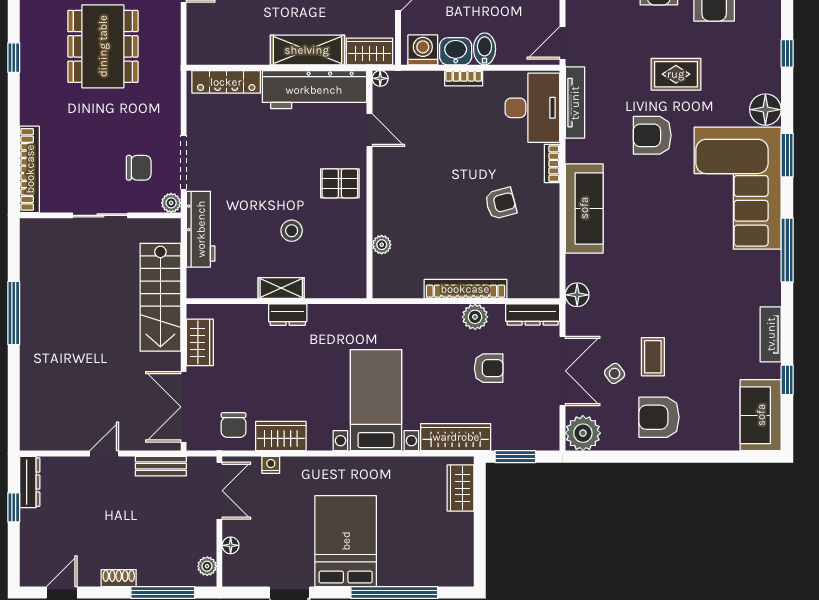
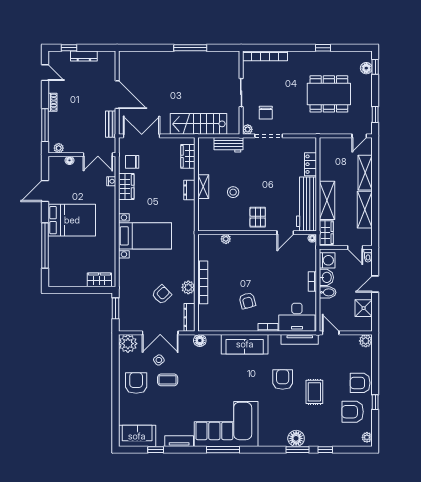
locker: (226, 82) -> (310, 164), width x0.66
window: (787, 155) -> (298, 450), moved
corner sofa: (738, 188) -> (226, 424), moved
workbench: (201, 229) -> (228, 145), width x0.73
wardrobe: (200, 342) -> (188, 156), moved, turned 90
armchair: (489, 368) -> (162, 295), turned -134
wardrobe: (456, 437) -> (126, 277), removed
door: (104, 454) -> (117, 95), width x1.88
dresser: (30, 482) -> (84, 56), moved
window: (14, 507) -> (69, 48), moved

